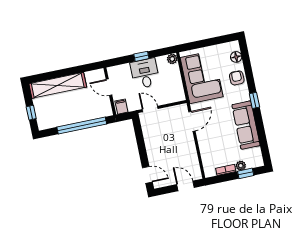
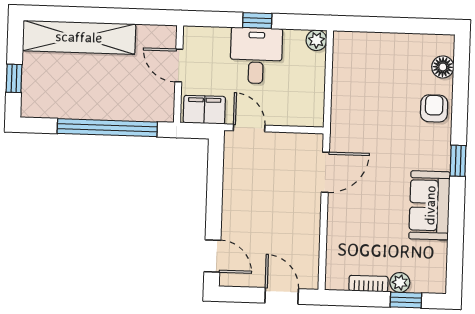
corner sofa: (202, 77) -> (365, 90), removed
filing cabinet: (121, 107) -> (204, 110), width x2.00
sofa: (246, 125) -> (430, 205), width x0.73

